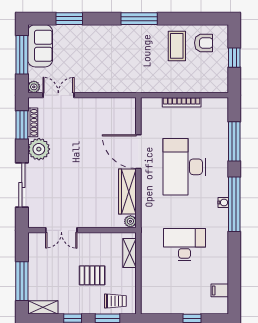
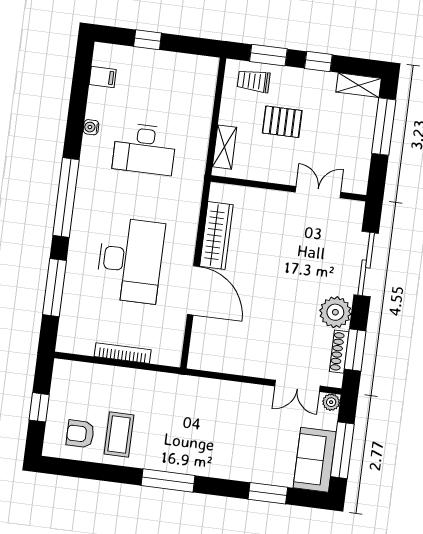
water cooler: (223, 203) -> (91, 127), moved
plant: (130, 221) -> (218, 192), removed

